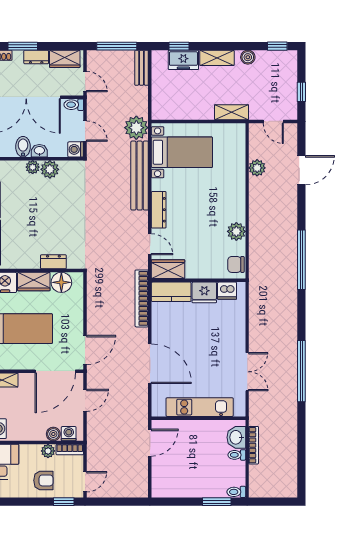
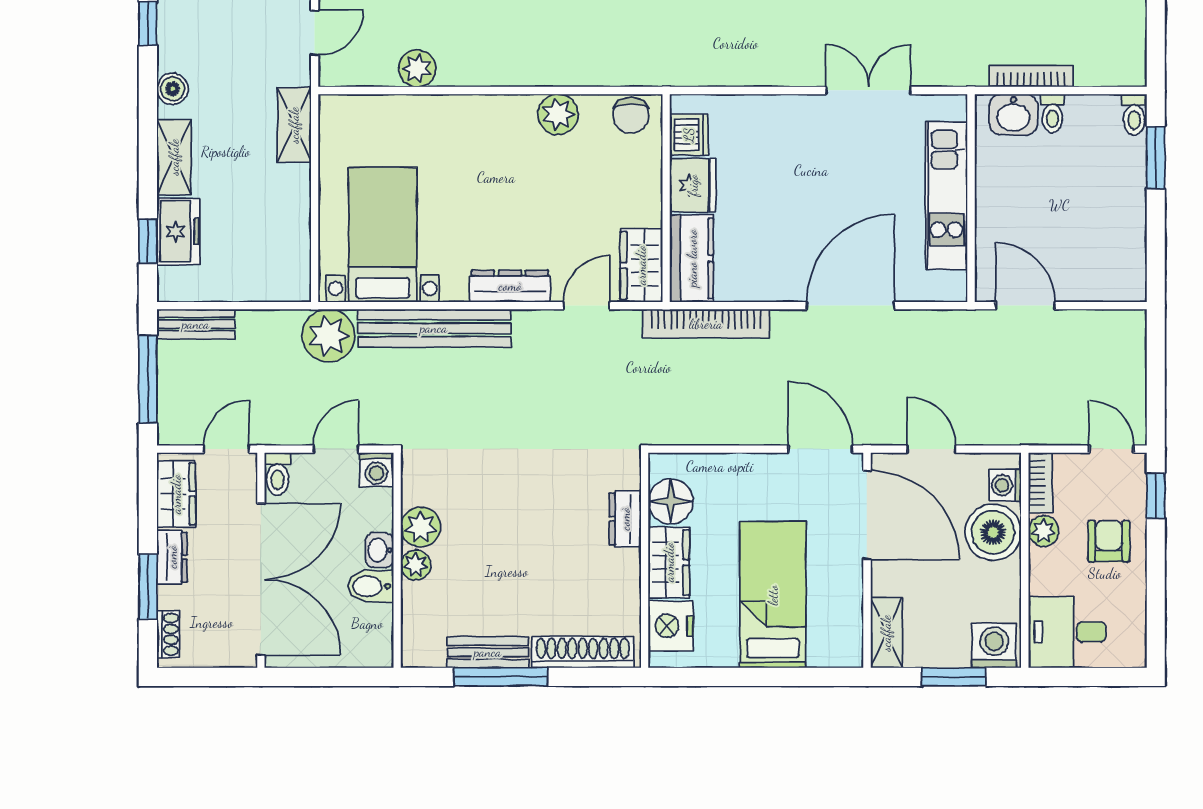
boiler: (53, 434) -> (993, 532), width x1.86, depth x1.86

